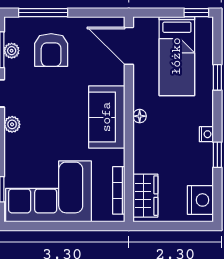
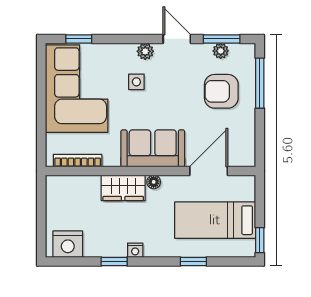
door: (129, 46) -> (209, 171), moved
side table: (42, 133) -> (136, 82), added
wardrobe: (145, 196) -> (123, 188), moved

